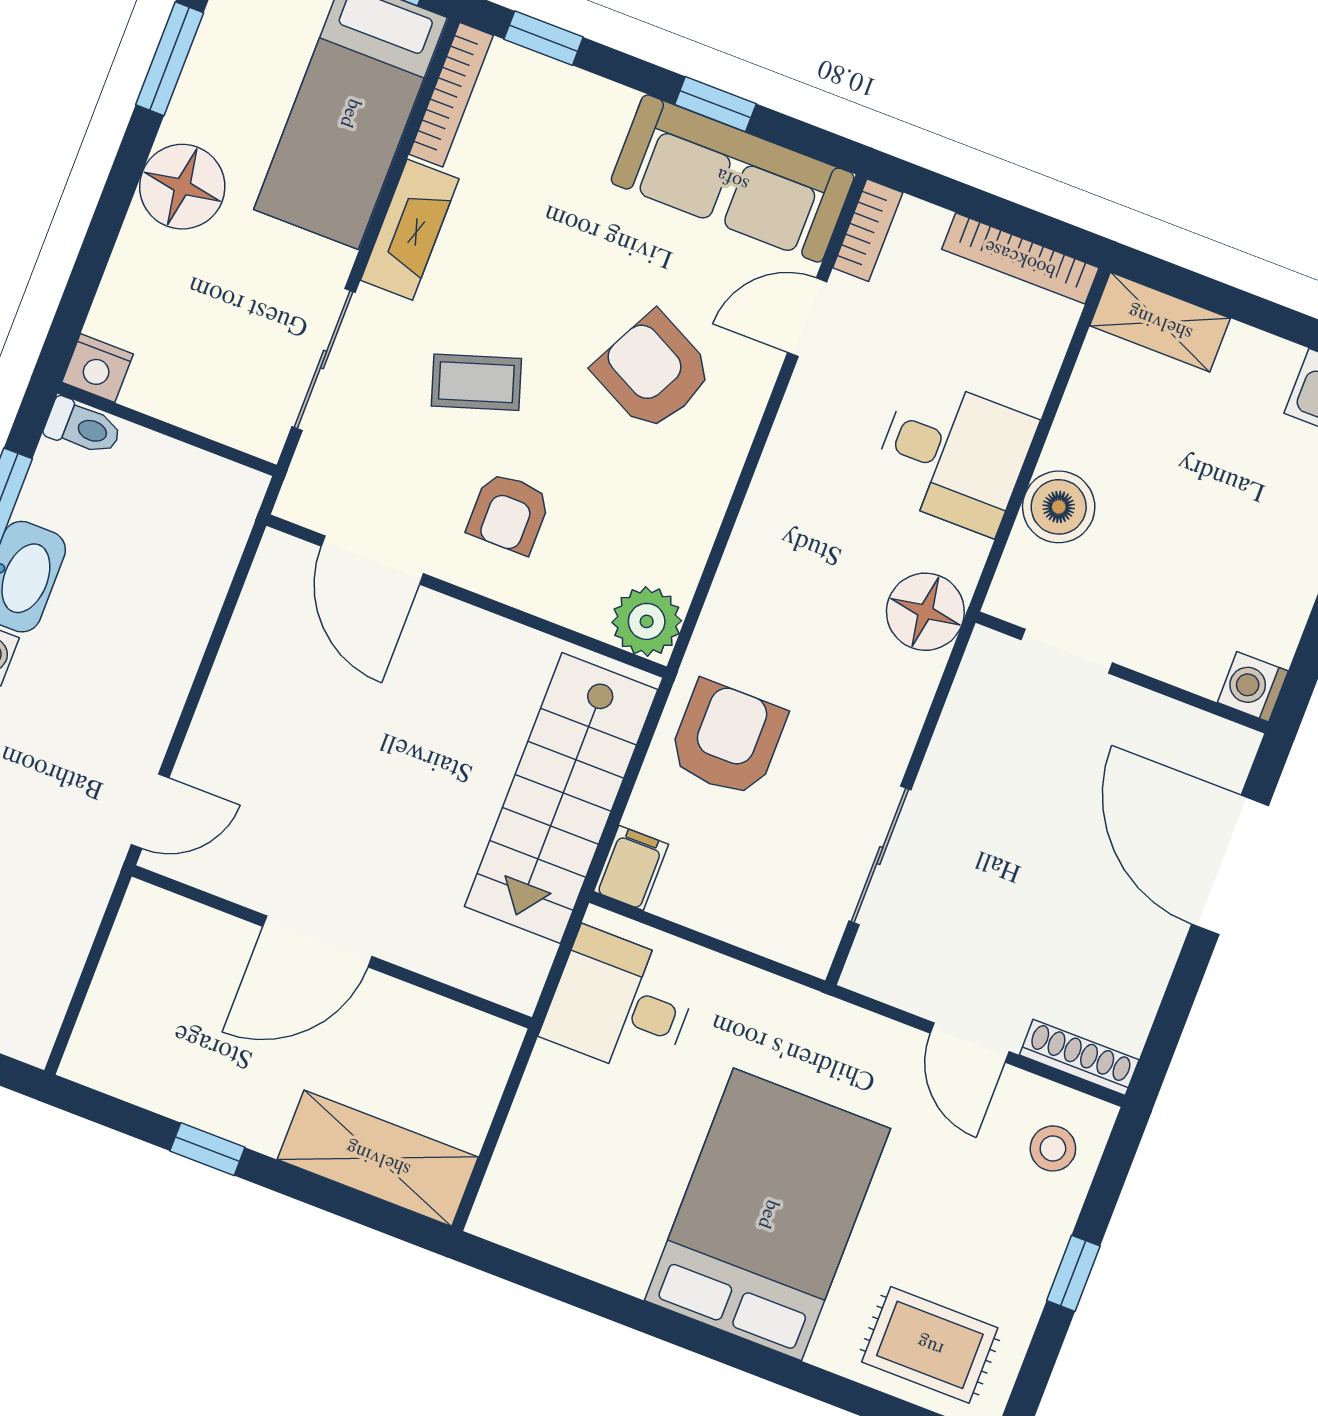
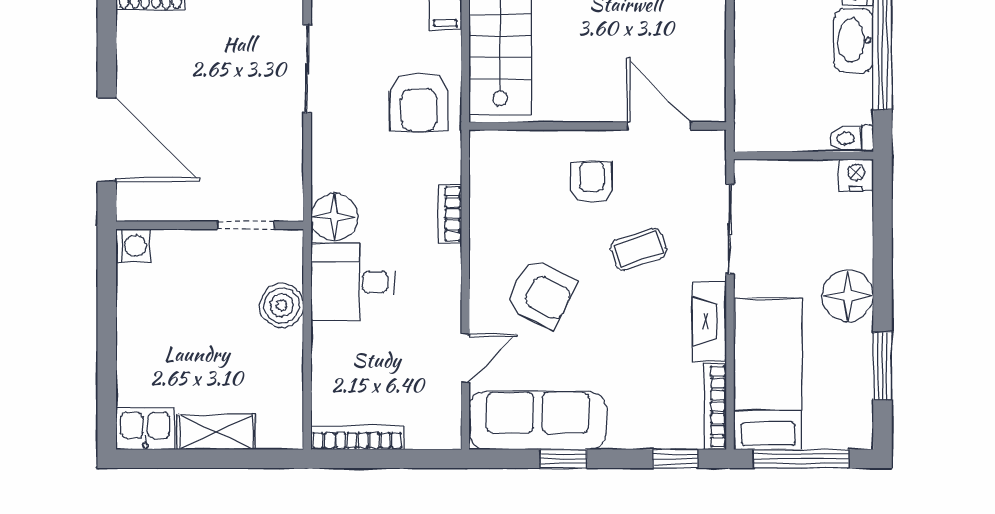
bookcase: (868, 230) -> (450, 214), moved
shelving: (1160, 322) -> (216, 432), moved
desk: (953, 455) -> (353, 282), moved
plant: (647, 621) -> (490, 151), removed

